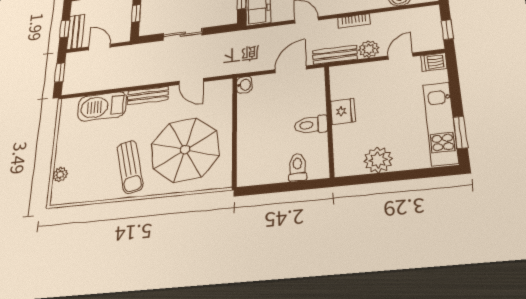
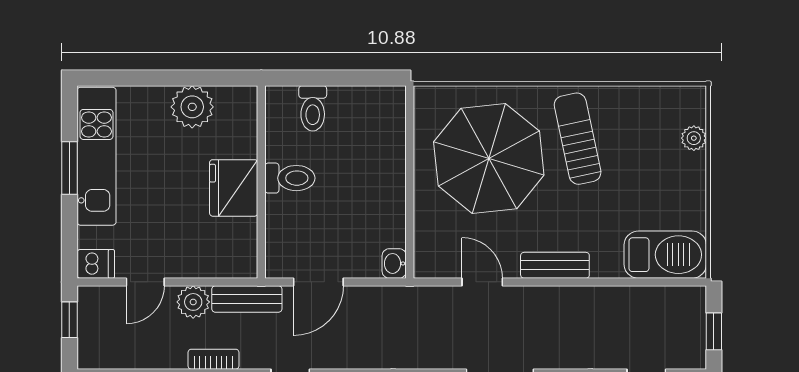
barbecue: (102, 107) -> (665, 255), moved
fridge: (343, 111) -> (234, 188), width x1.36, depth x1.34
window: (460, 132) -> (69, 168), moved

